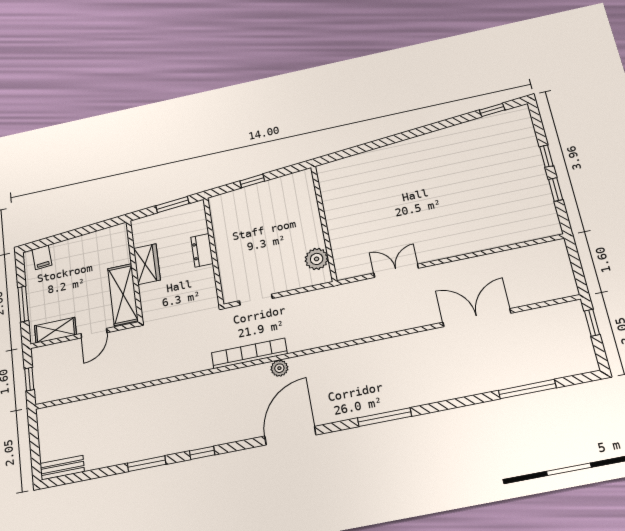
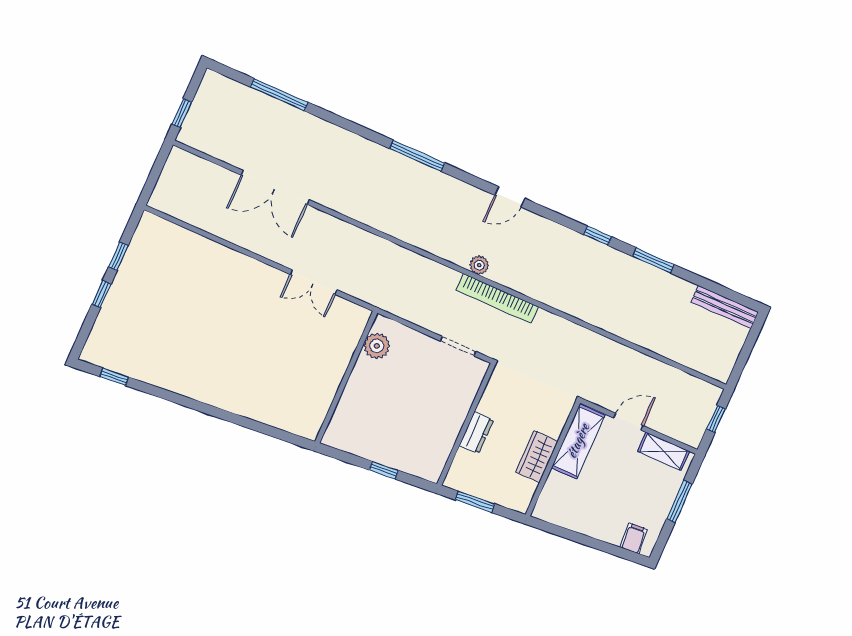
door: (290, 436) -> (510, 197), width x0.53
bench: (62, 468) -> (725, 307), width x1.36

